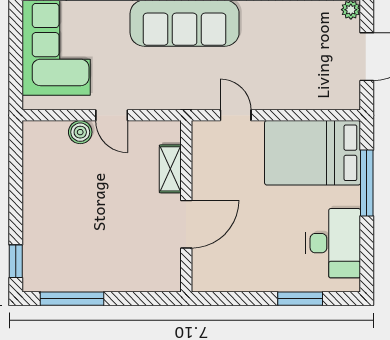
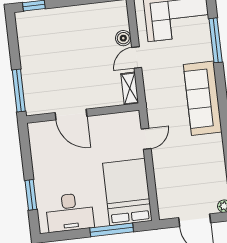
shelving: (170, 169) -> (130, 88), moved, turned 90
window: (72, 299) -> (19, 91), moved

